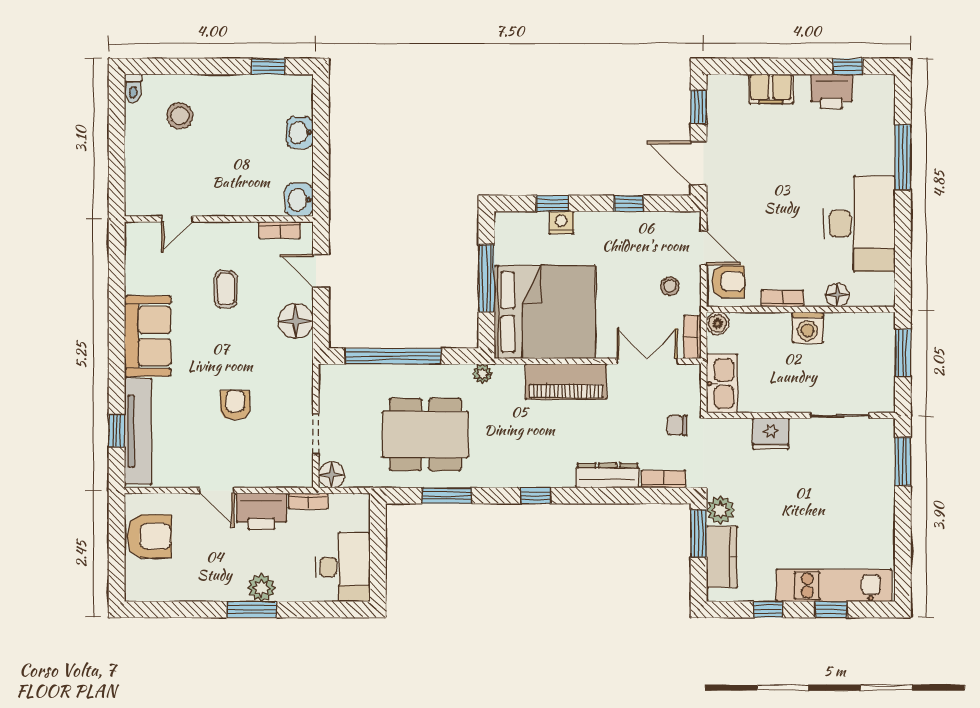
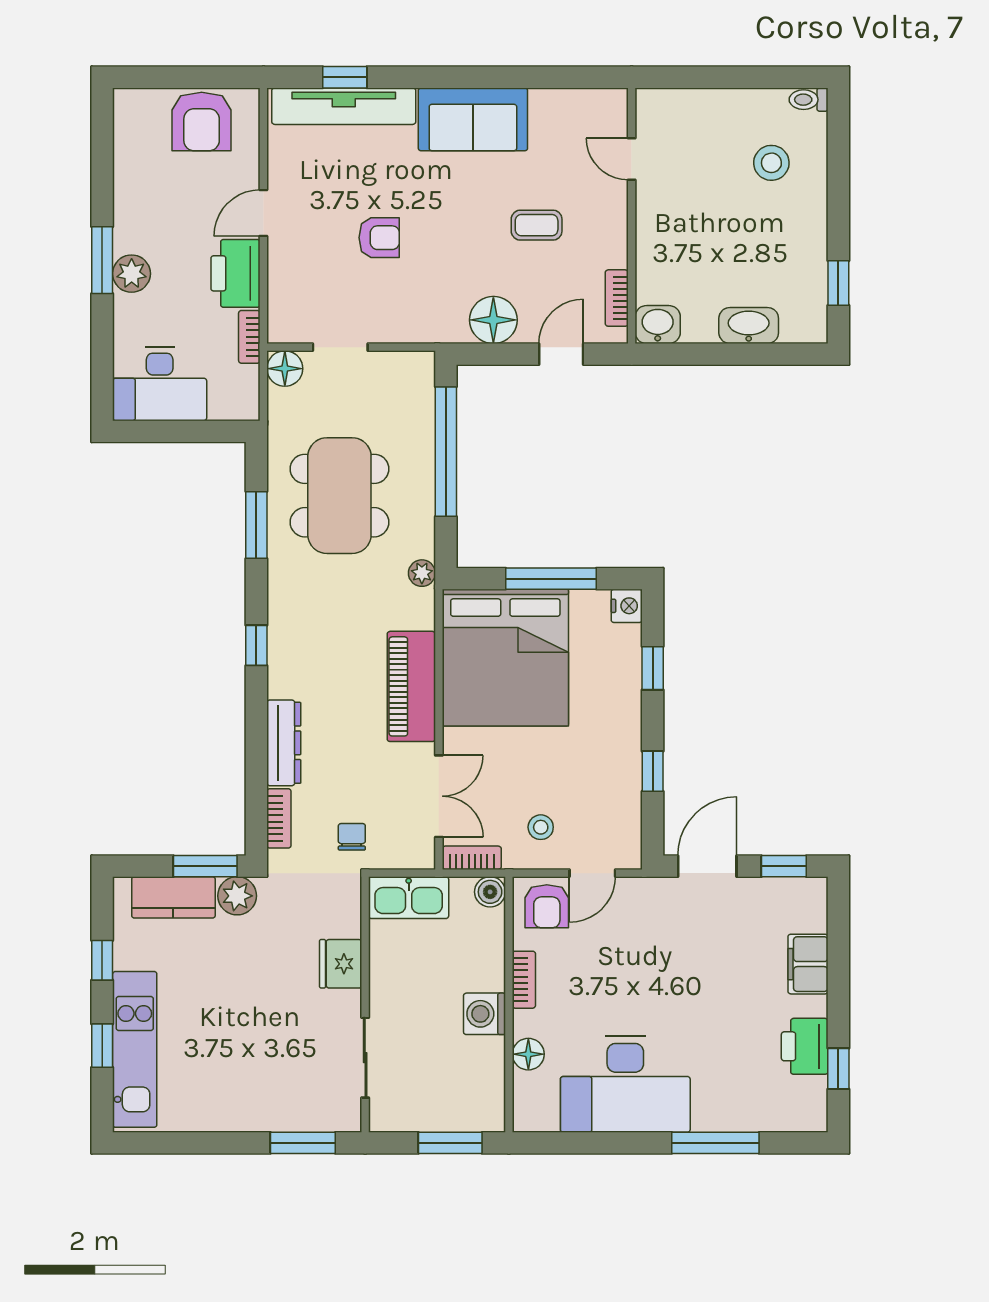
washbasin: (300, 133) -> (749, 326), width x1.38
nightstand: (561, 223) -> (627, 606), moved

